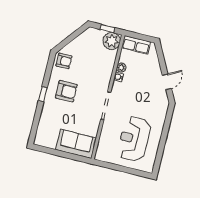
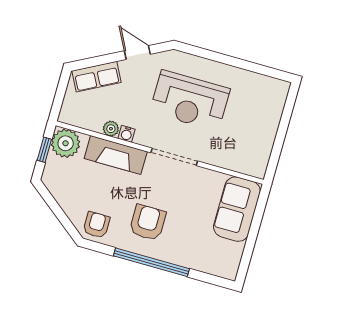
row of seats: (136, 45) -> (96, 77), moved, turned 62
fireplace: (106, 71) -> (116, 155), added
window: (43, 94) -> (151, 262), width x3.17
reception desk: (134, 139) -> (190, 101), moved

